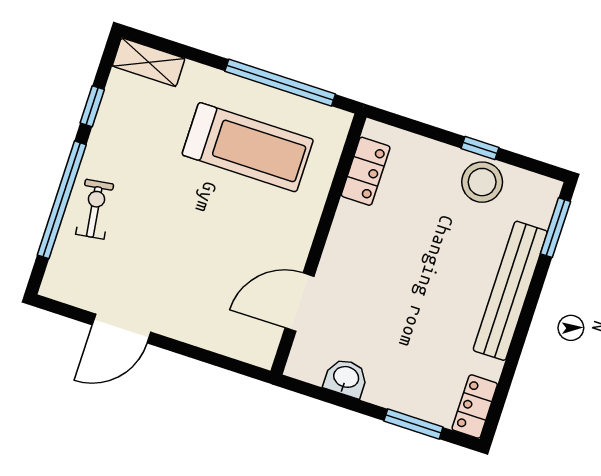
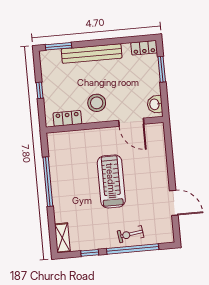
treadmill: (248, 147) -> (111, 181), moved
locker: (366, 171) -> (67, 118), moved
stool: (482, 182) -> (97, 103), moved
wall: (319, 244) -> (105, 125), moved
door: (300, 302) -> (131, 122), moved

